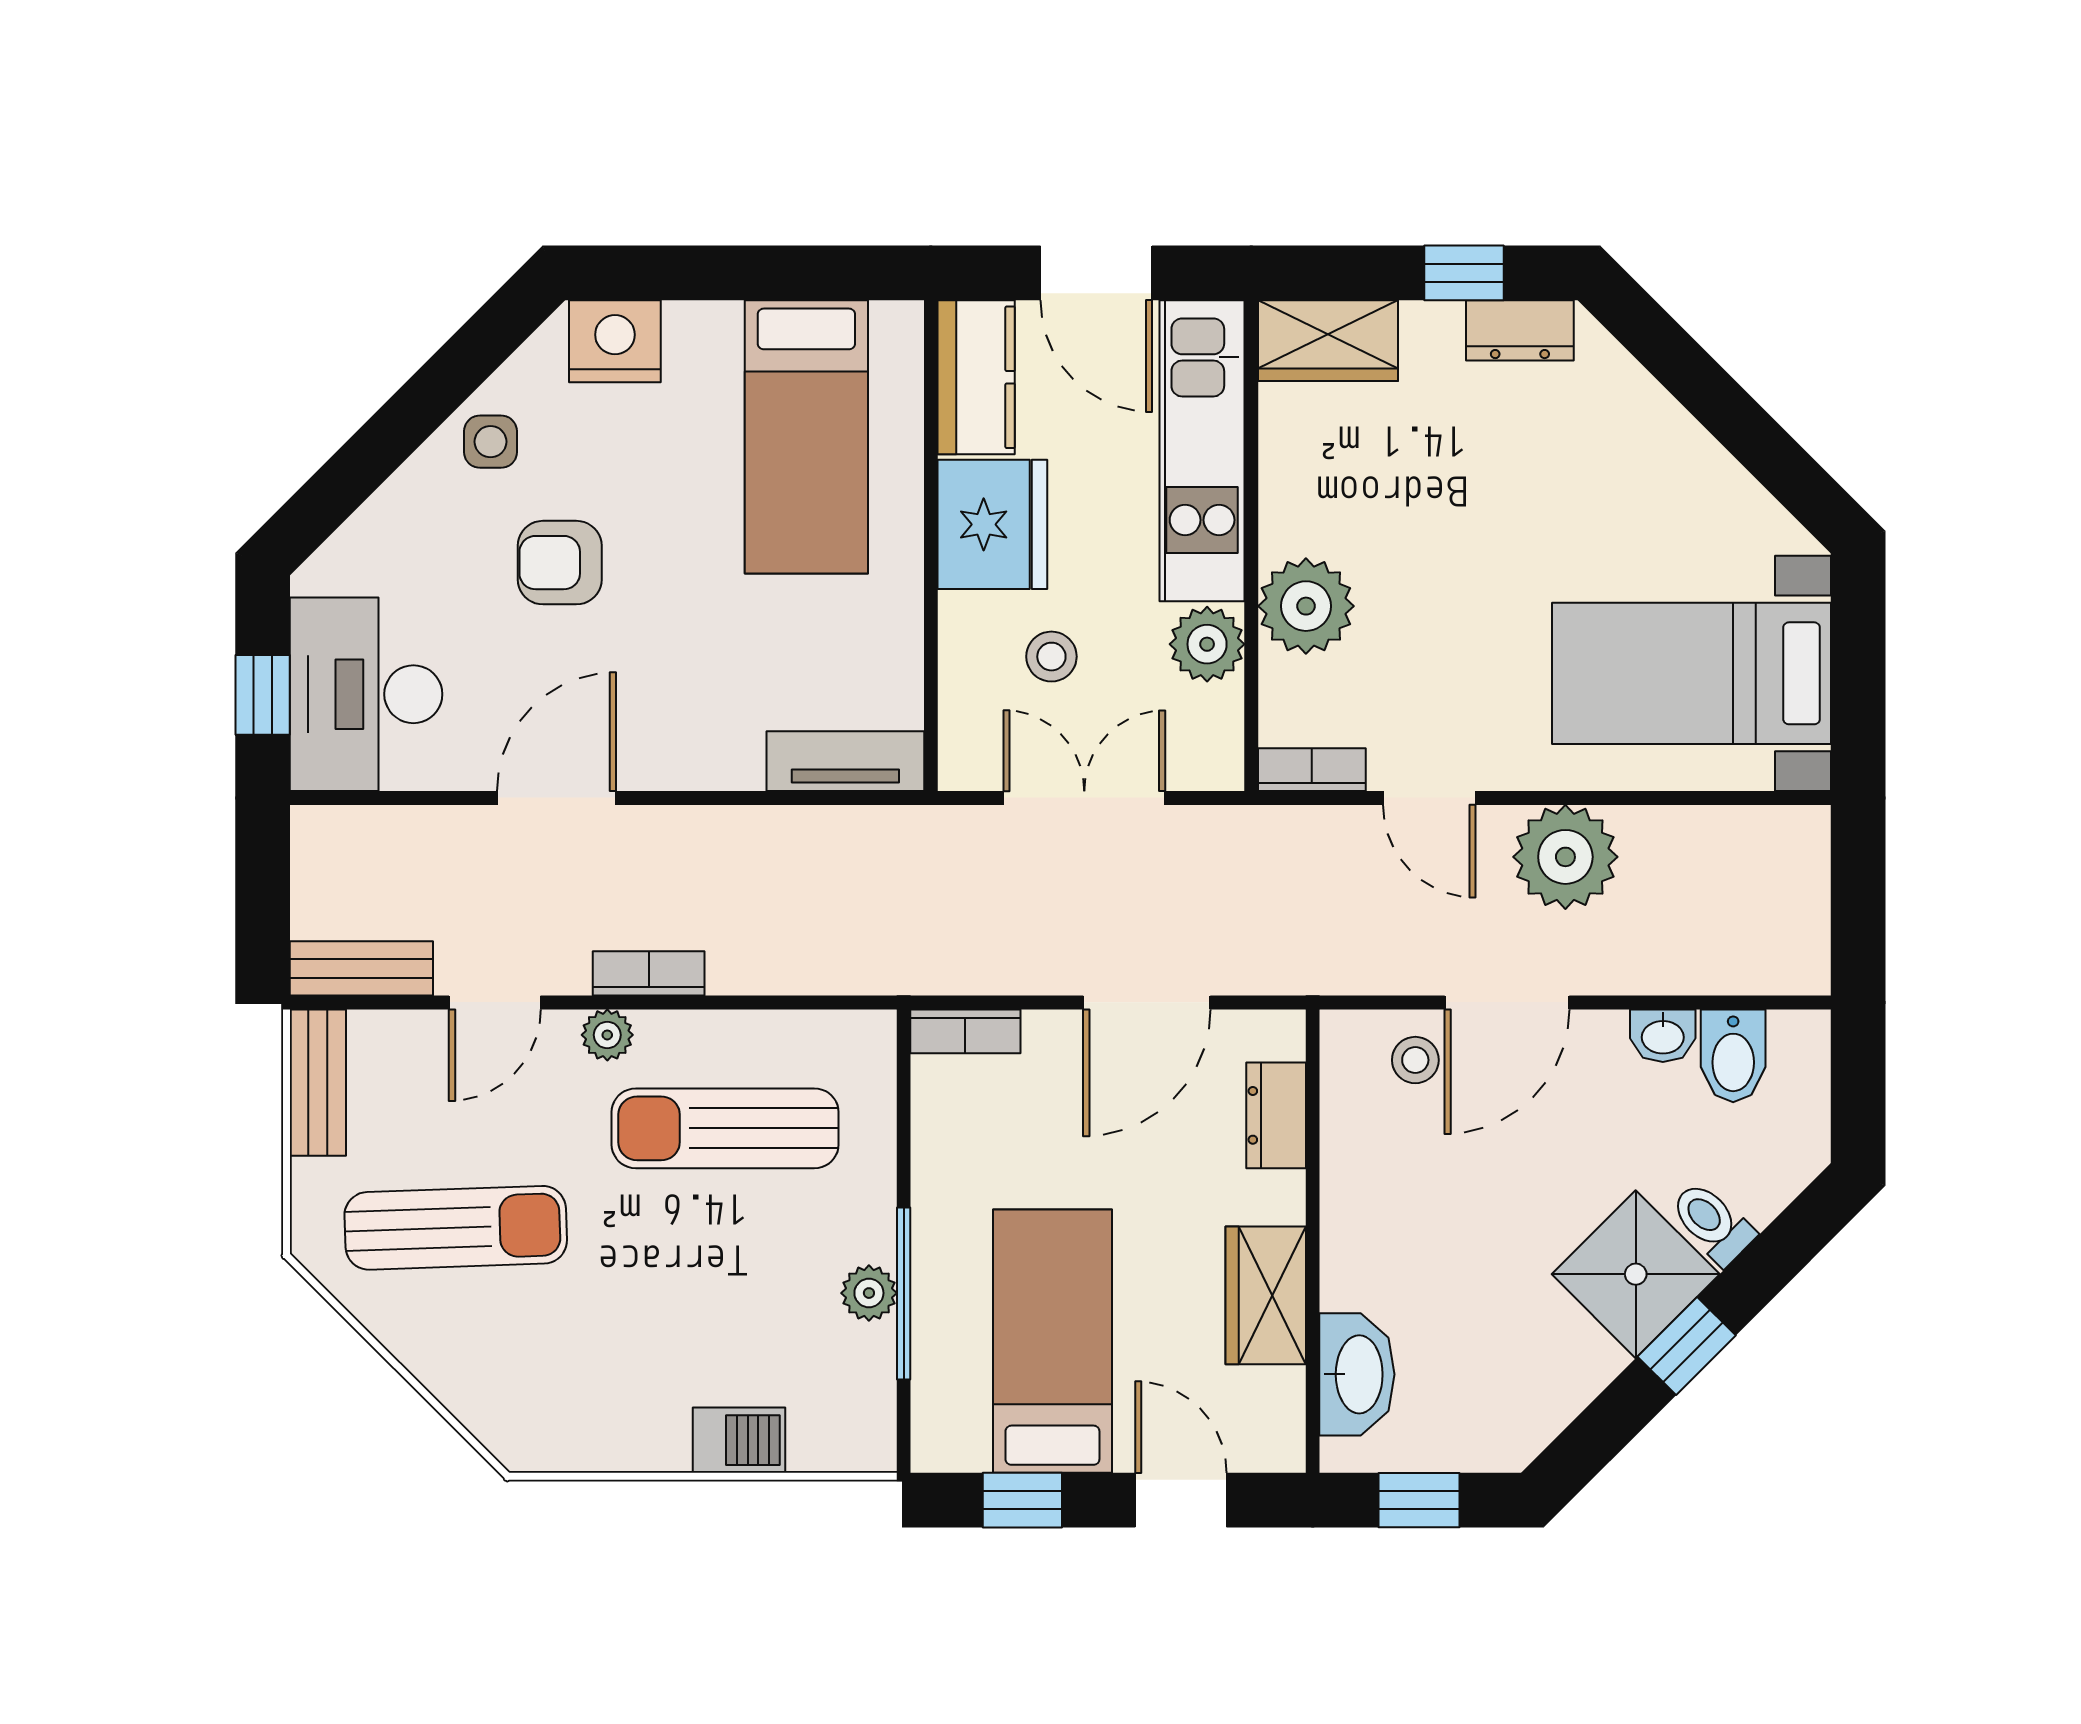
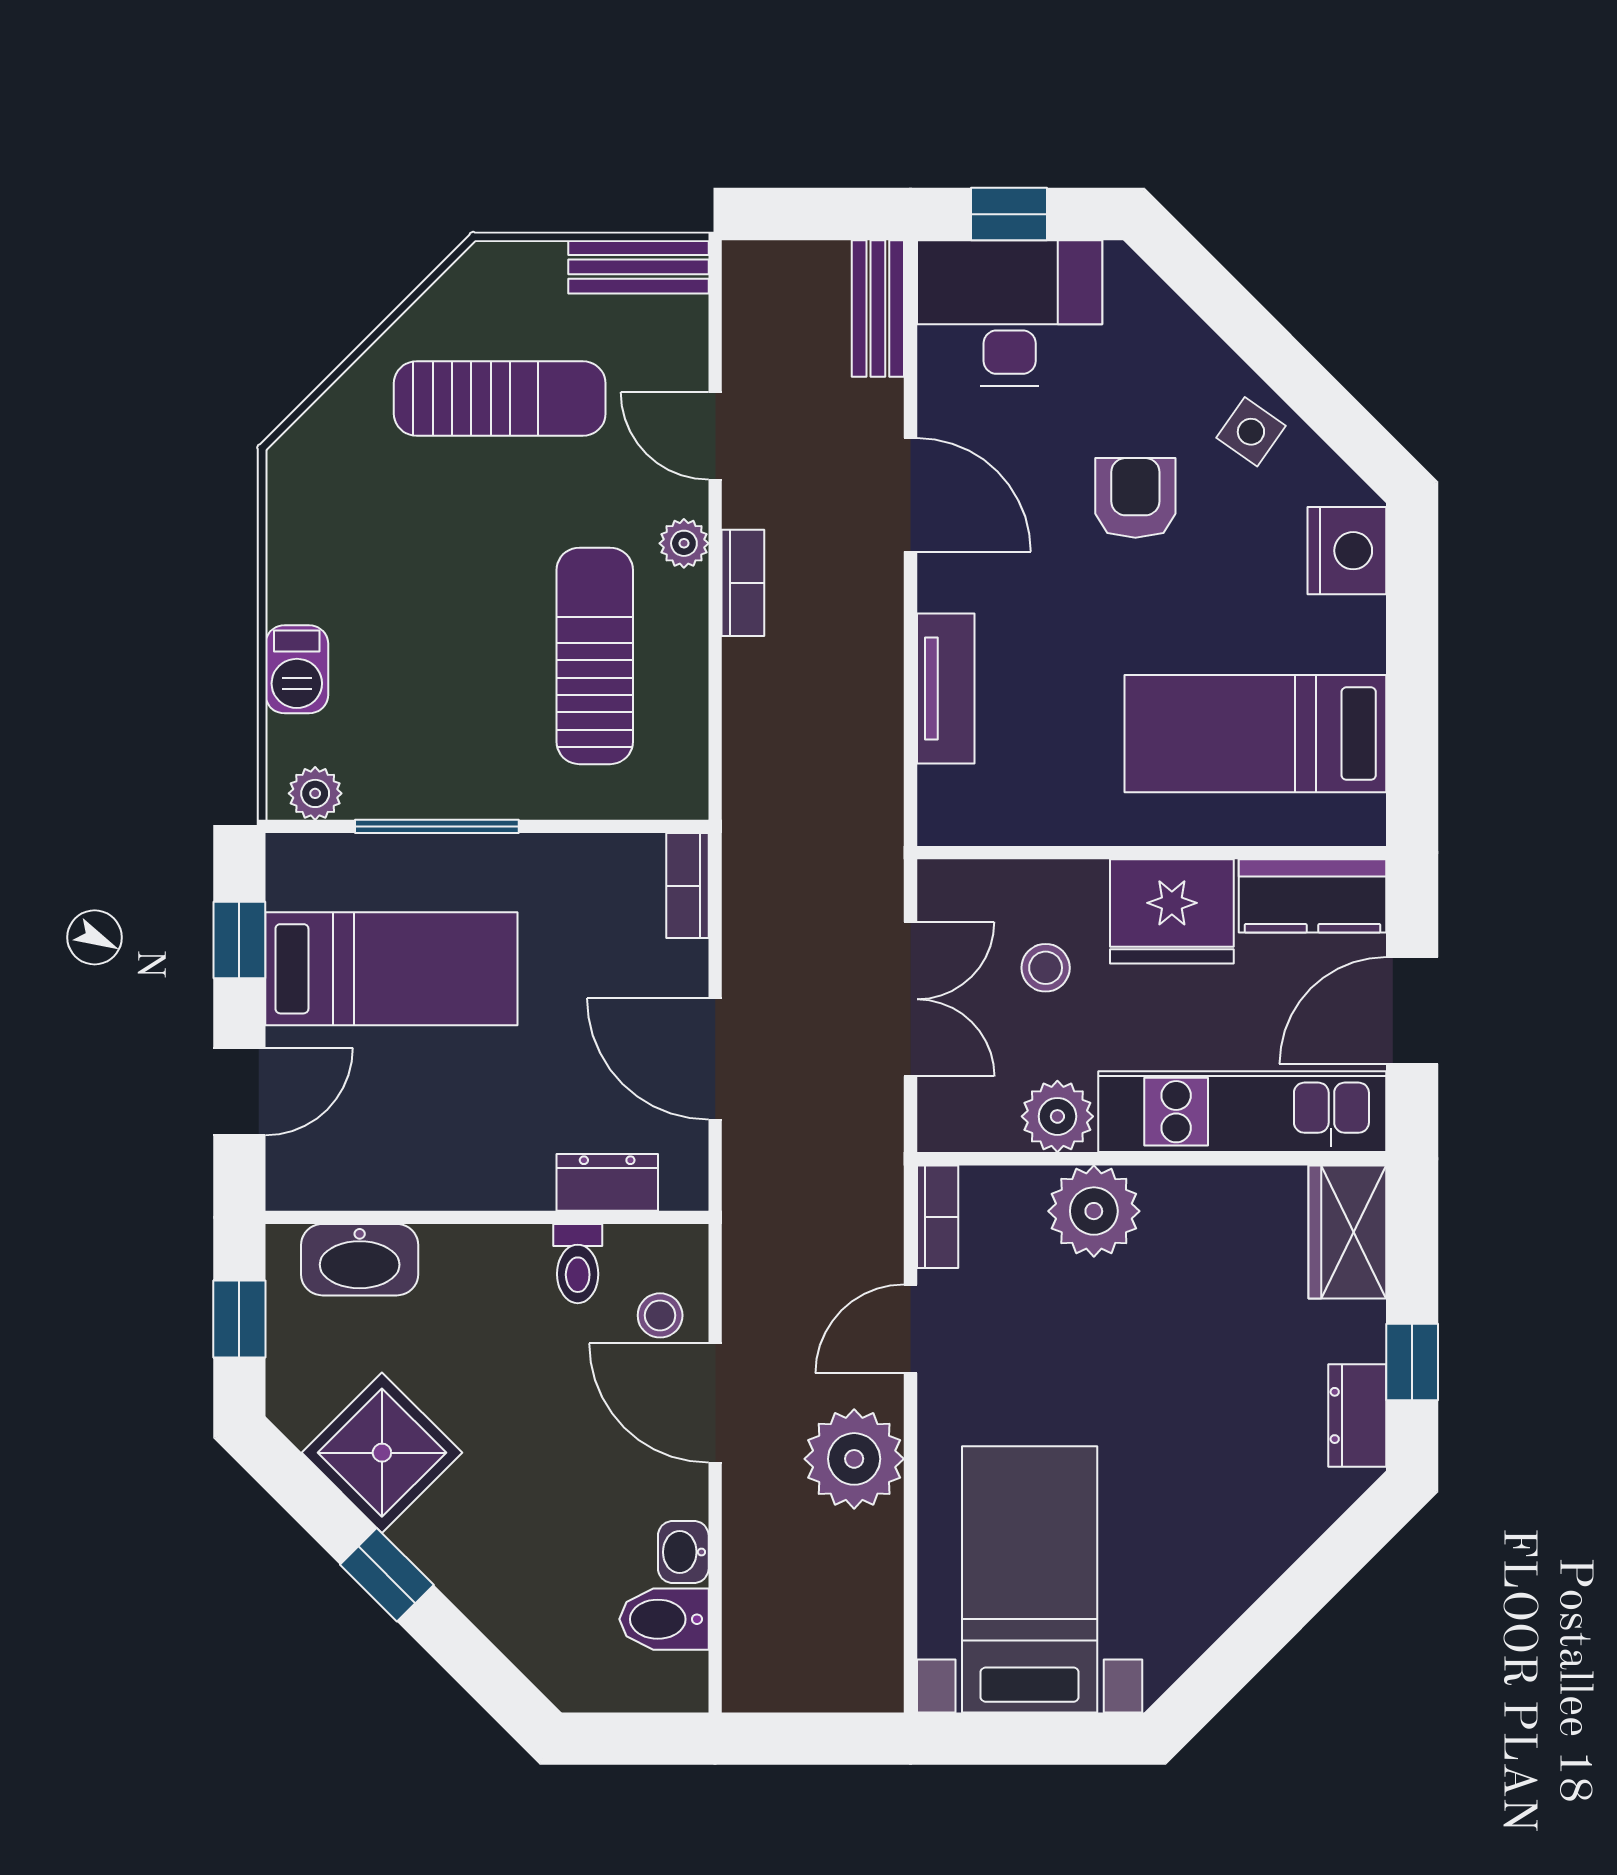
side table: (491, 442) -> (1251, 432), turned 35
tv unit: (845, 761) -> (946, 689), moved
bench: (361, 968) -> (878, 308), moved
toilet: (1712, 1223) -> (578, 1264), moved, turned 135
sun lounger: (456, 1228) -> (500, 398), turned -88
shower: (1636, 1274) -> (382, 1453), moved
plant: (869, 1293) -> (315, 793), moved
wardrobe: (1266, 1295) -> (435, 1173), removed

